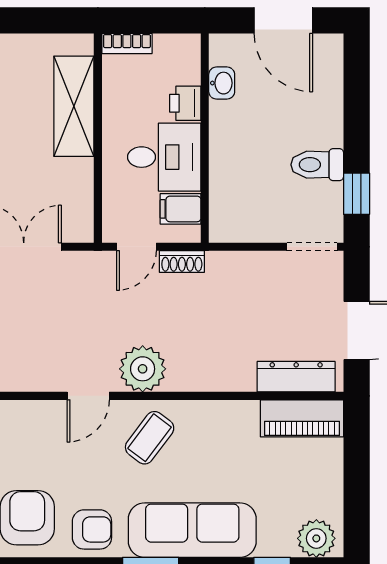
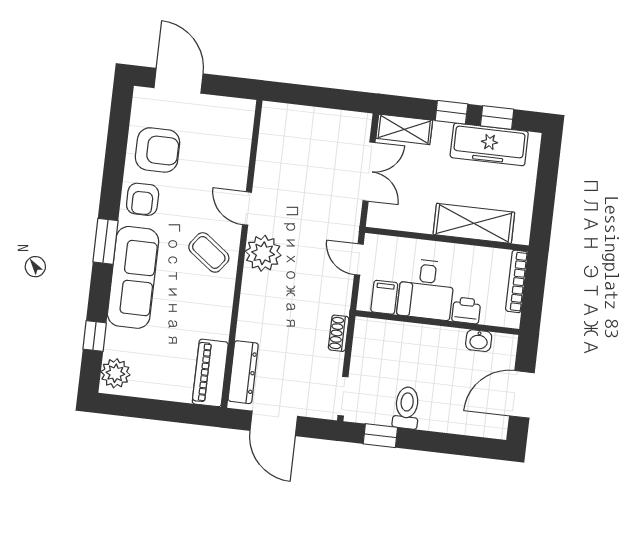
bookcase: (127, 43) -> (517, 281), width x1.56
shoe rack: (182, 262) -> (339, 333), moved

